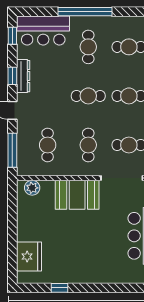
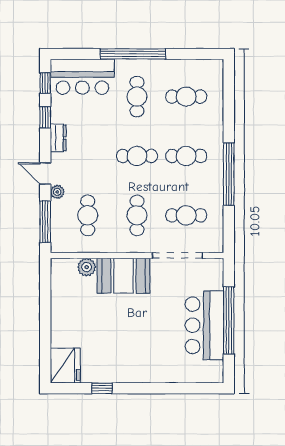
window: (12, 76) -> (45, 117), moved
dresser: (23, 76) -> (58, 138), width x0.70
plant: (22, 126) -> (57, 192), added
plant: (32, 188) -> (87, 267), moved
fridge: (29, 257) -> (65, 366), moved

